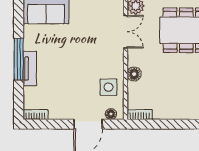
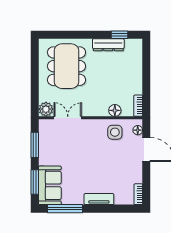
window: (19, 59) -> (65, 209), moved
floor lamp: (134, 74) -> (115, 110), moved

